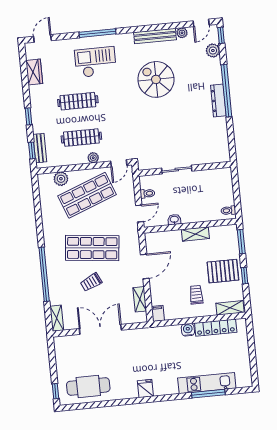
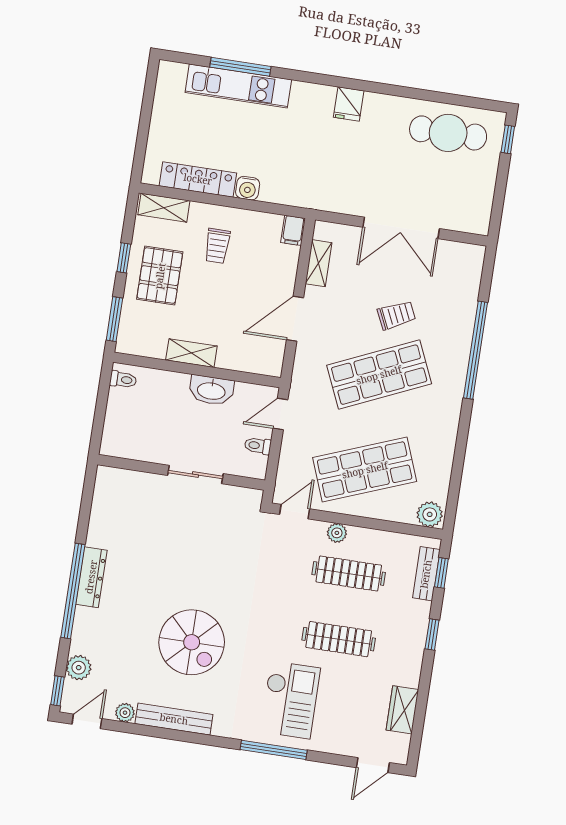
checkout: (95, 62) -> (290, 700), turned -90
plant: (61, 179) -> (430, 514), moved
washbasin: (174, 220) -> (211, 390), width x1.91, depth x1.45
shop shelf: (92, 248) -> (379, 375), turned -30
pallet: (223, 271) -> (160, 276), turned 90
shelving: (57, 318) -> (473, 267), removed

